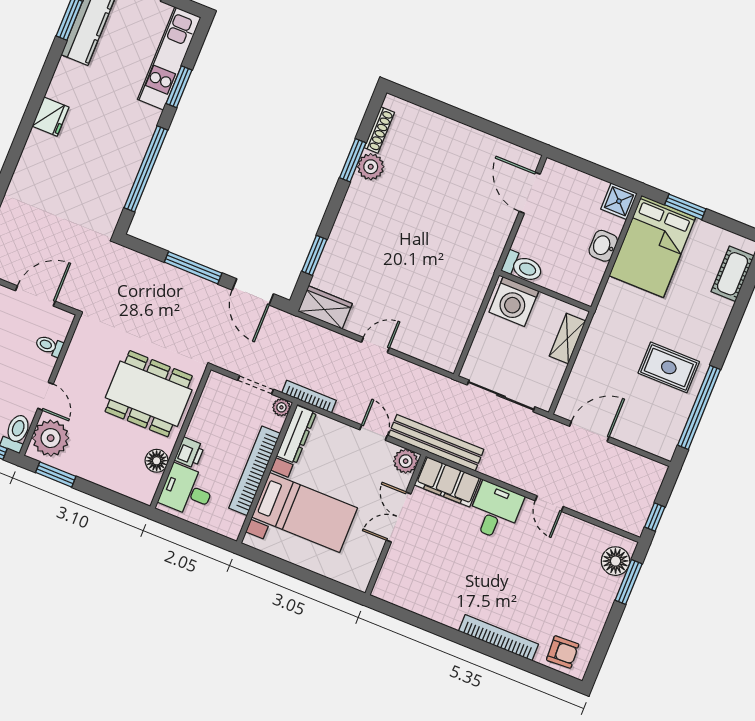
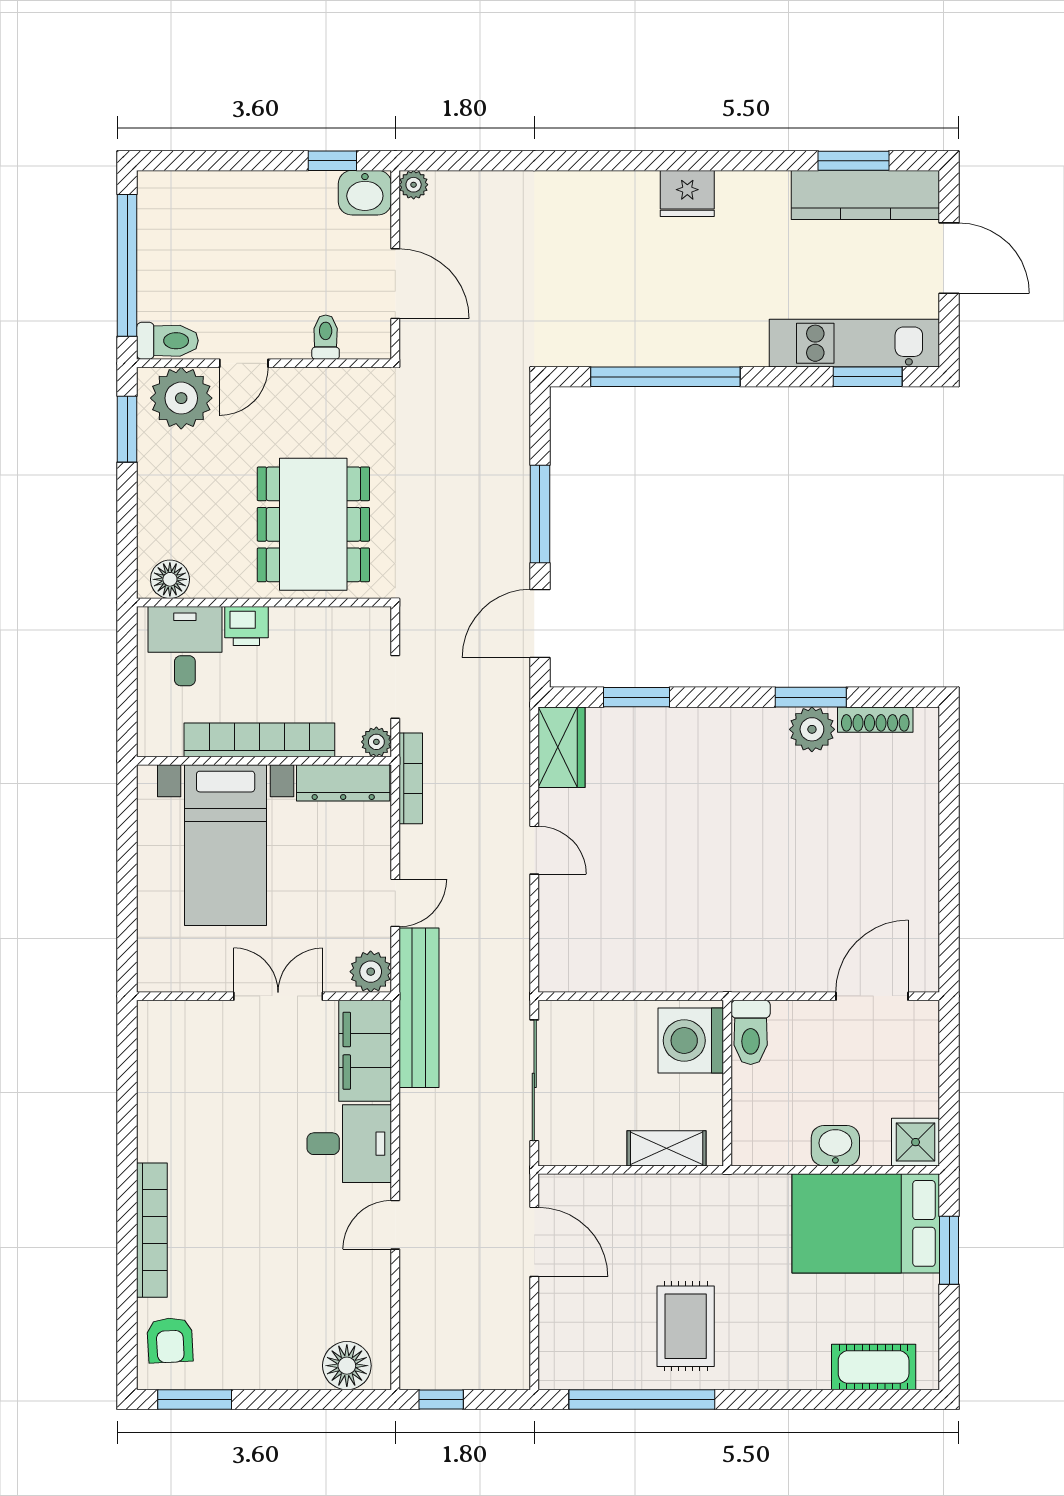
window: (179, 87) -> (868, 377), moved
floor lamp: (157, 461) -> (170, 579), moved
window: (629, 582) -> (195, 1399), moved

